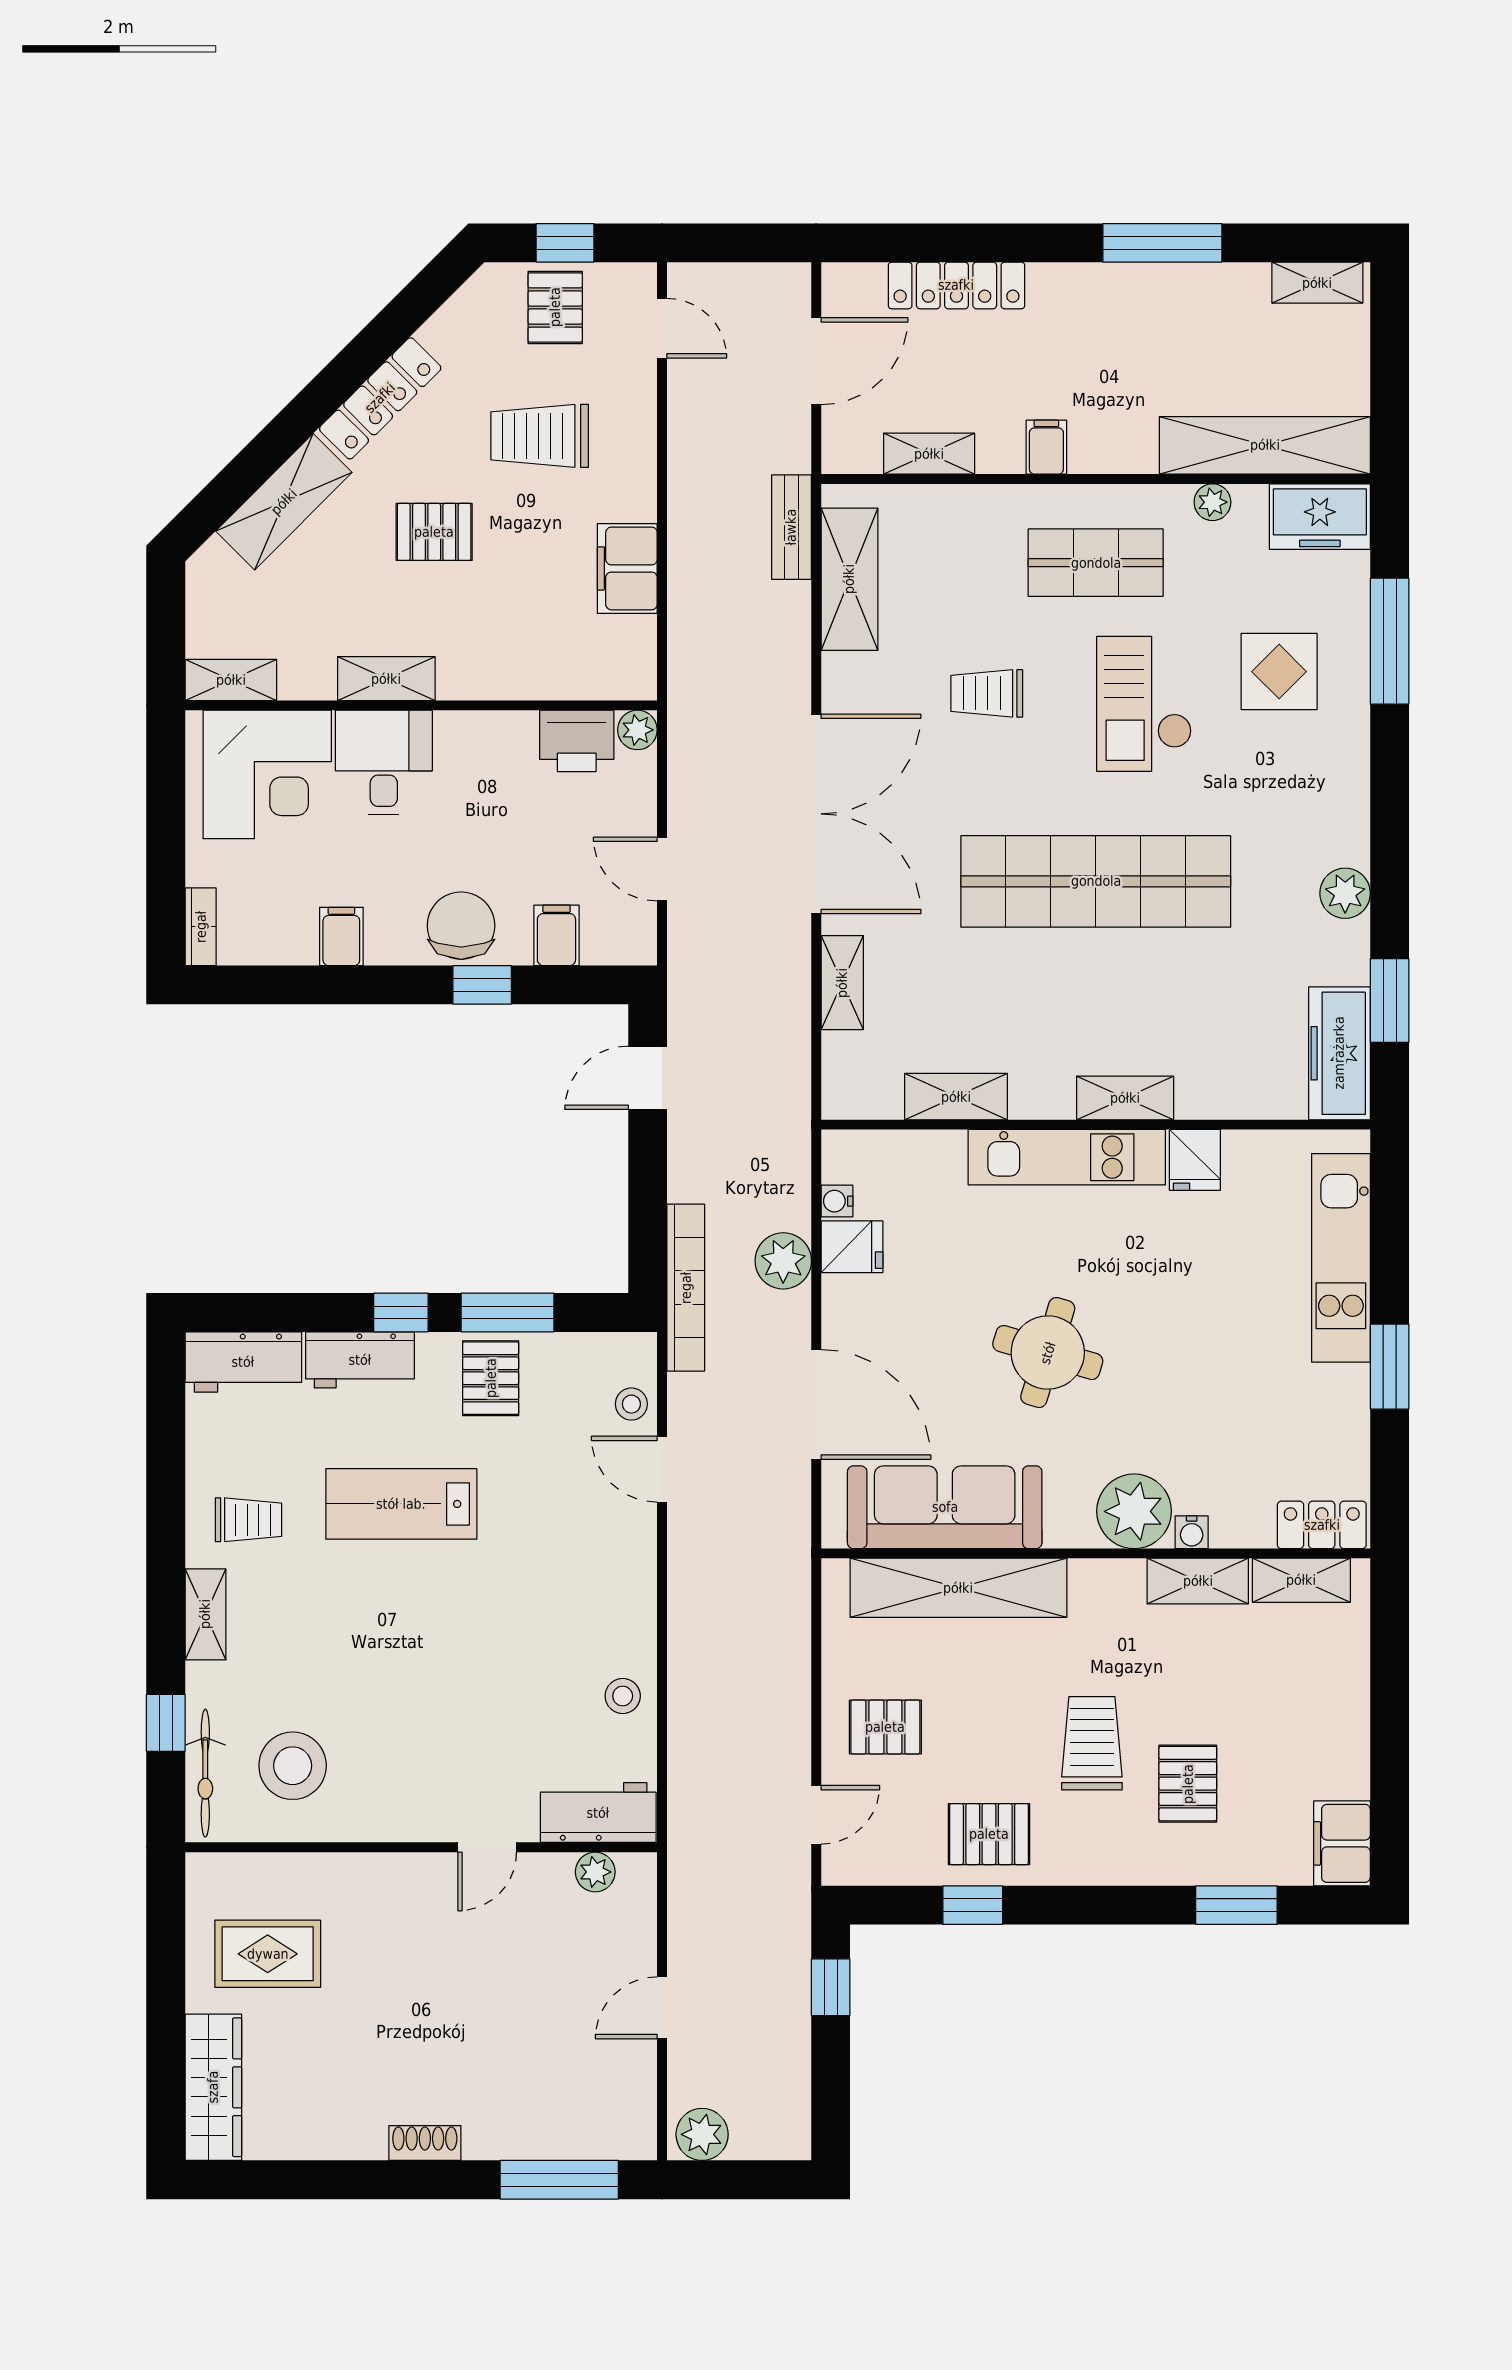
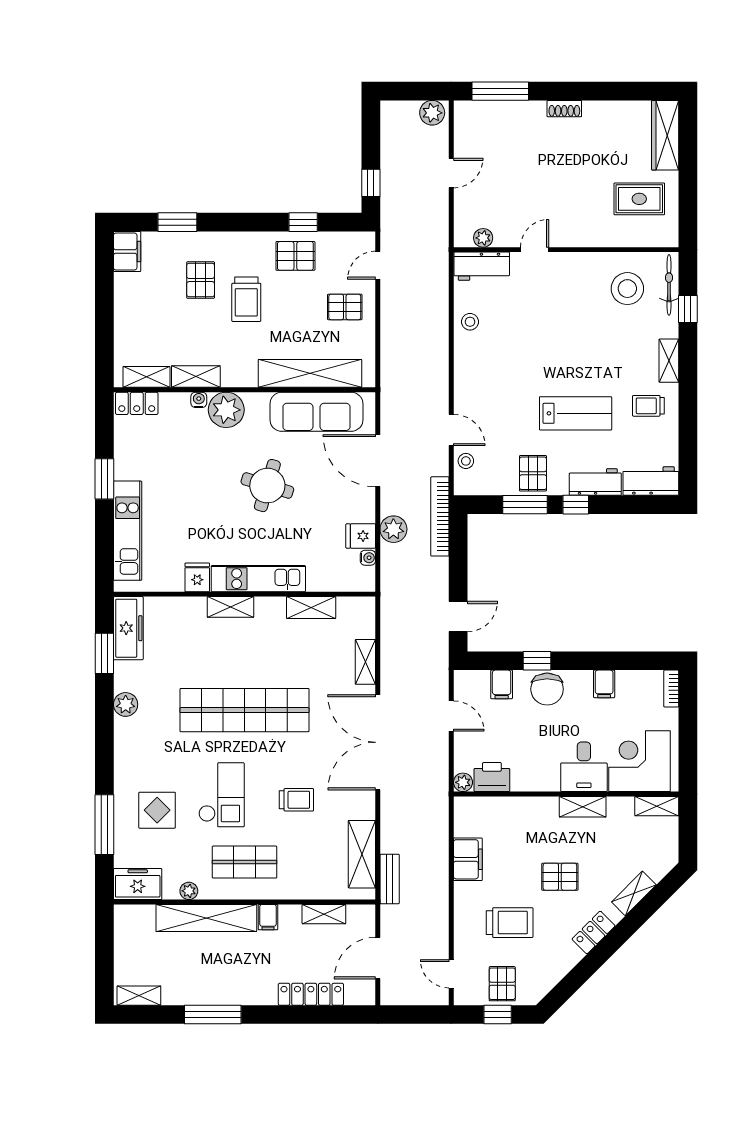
locker: (380, 398) -> (594, 932), width x0.66
shelving: (1265, 445) -> (206, 918), moved
shelving: (284, 502) -> (634, 893), width x0.67, depth x0.75

